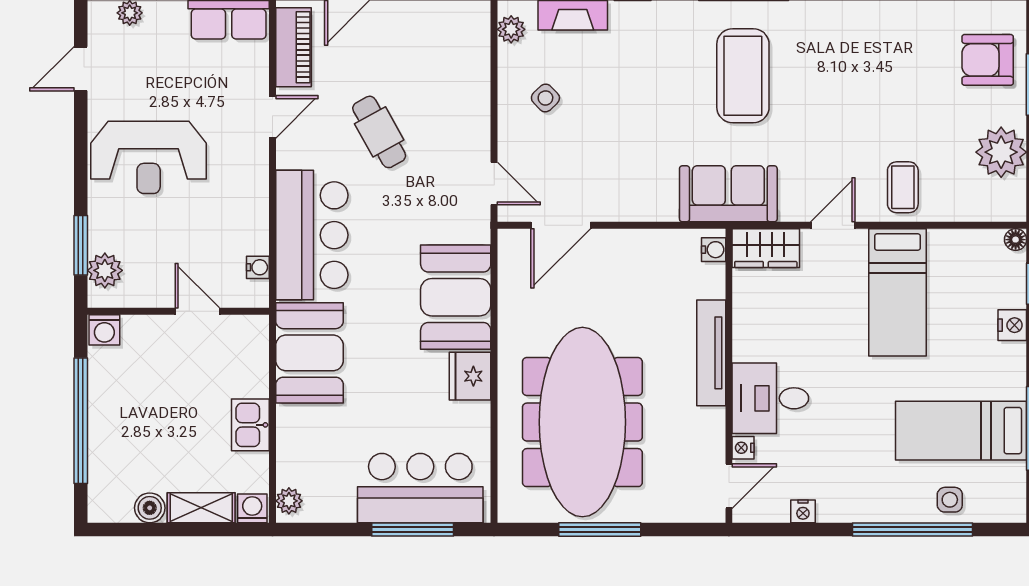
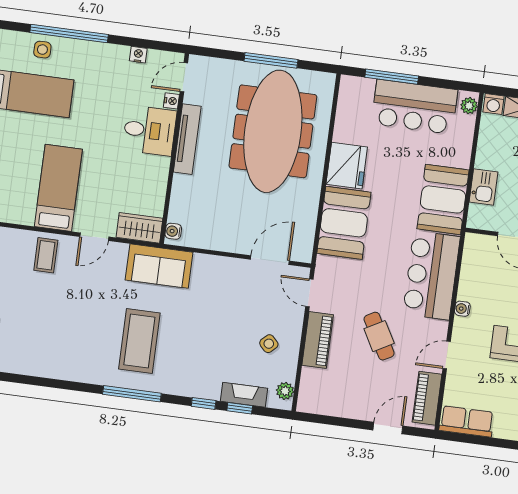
piano: (472, 113) -> (318, 340), added
water cooler: (258, 267) -> (462, 309), moved
tv unit: (711, 353) -> (187, 139), moved
fridge: (470, 376) -> (347, 166), width x1.36, depth x1.34
kitchen sink: (250, 425) -> (484, 187), moved
bar counter: (420, 488) -> (415, 107), moved

